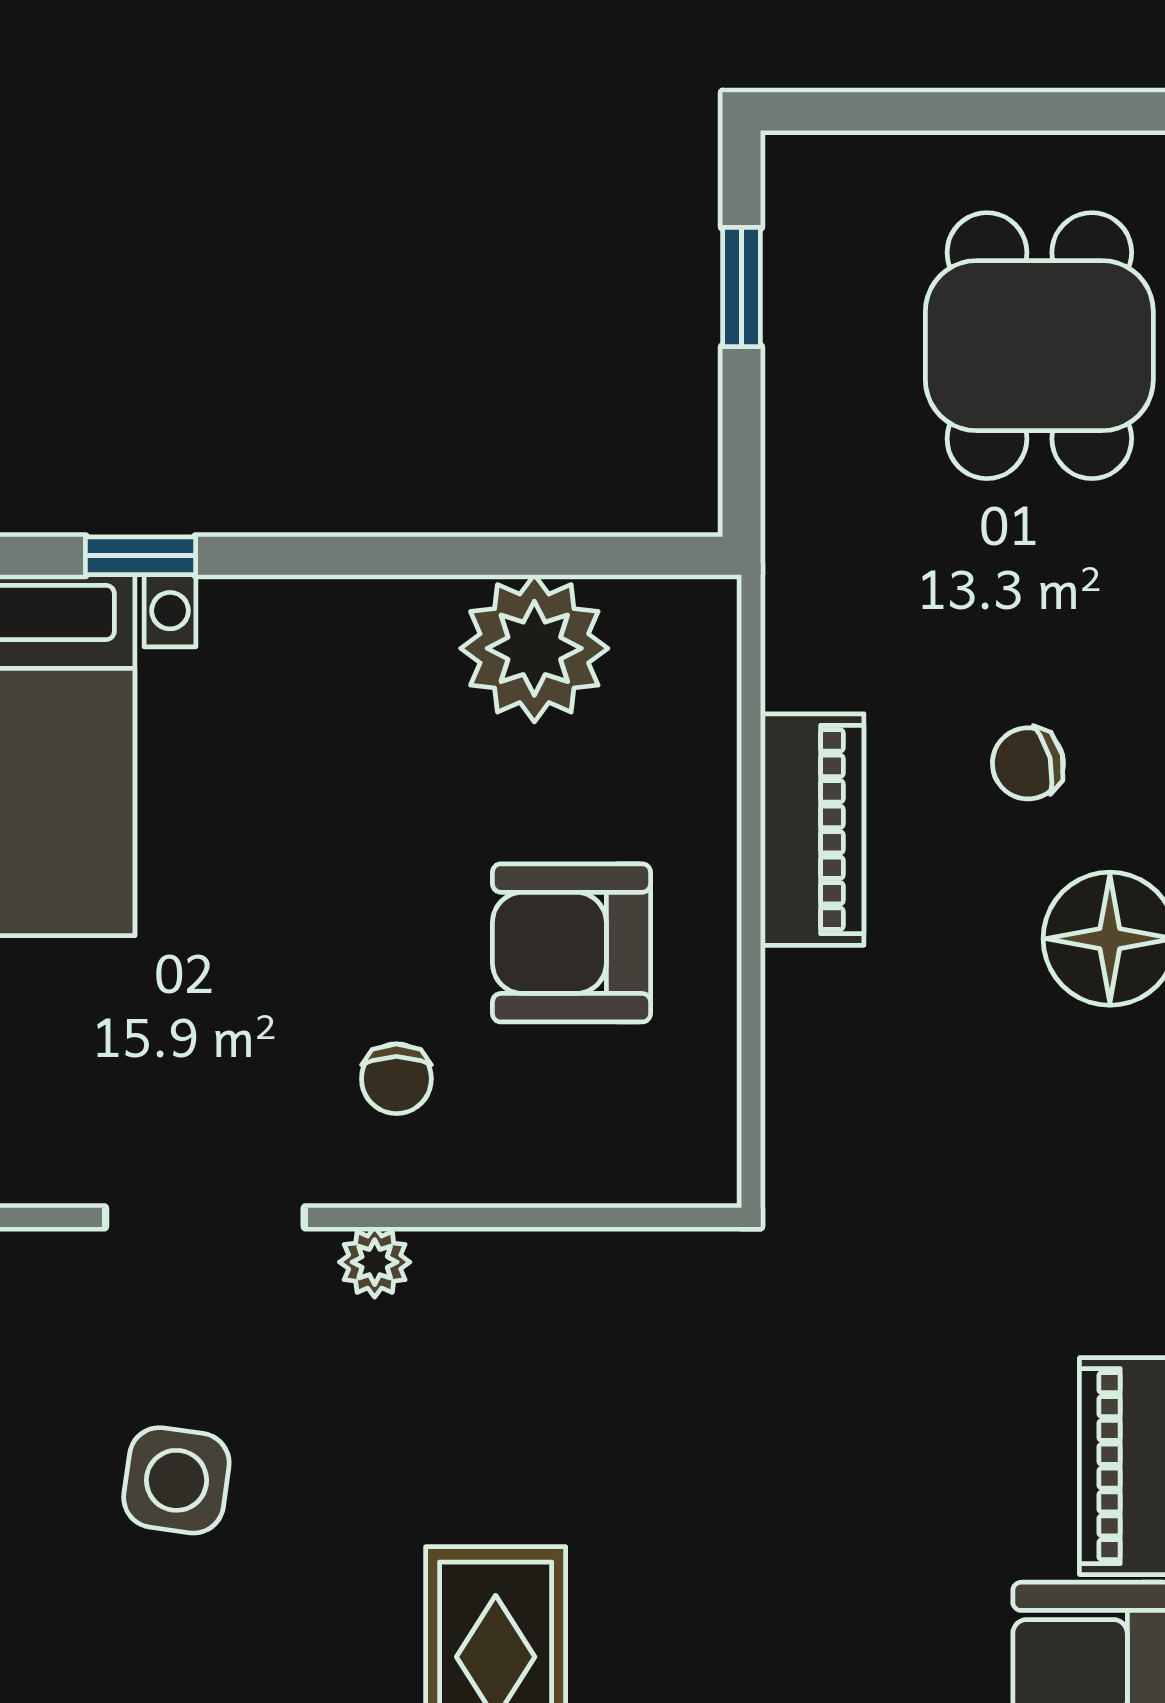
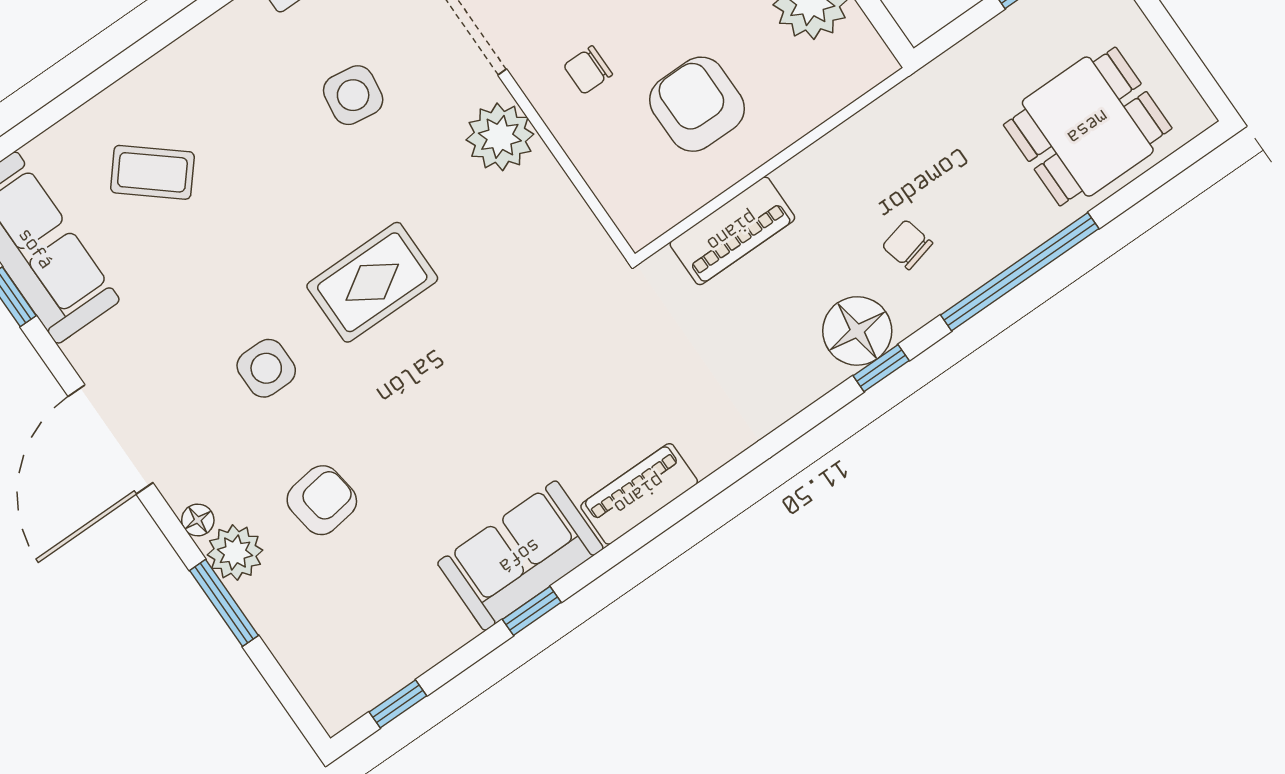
piano: (812, 830) -> (732, 231), moved
plant: (375, 1262) -> (500, 137), width x1.87, depth x1.87

